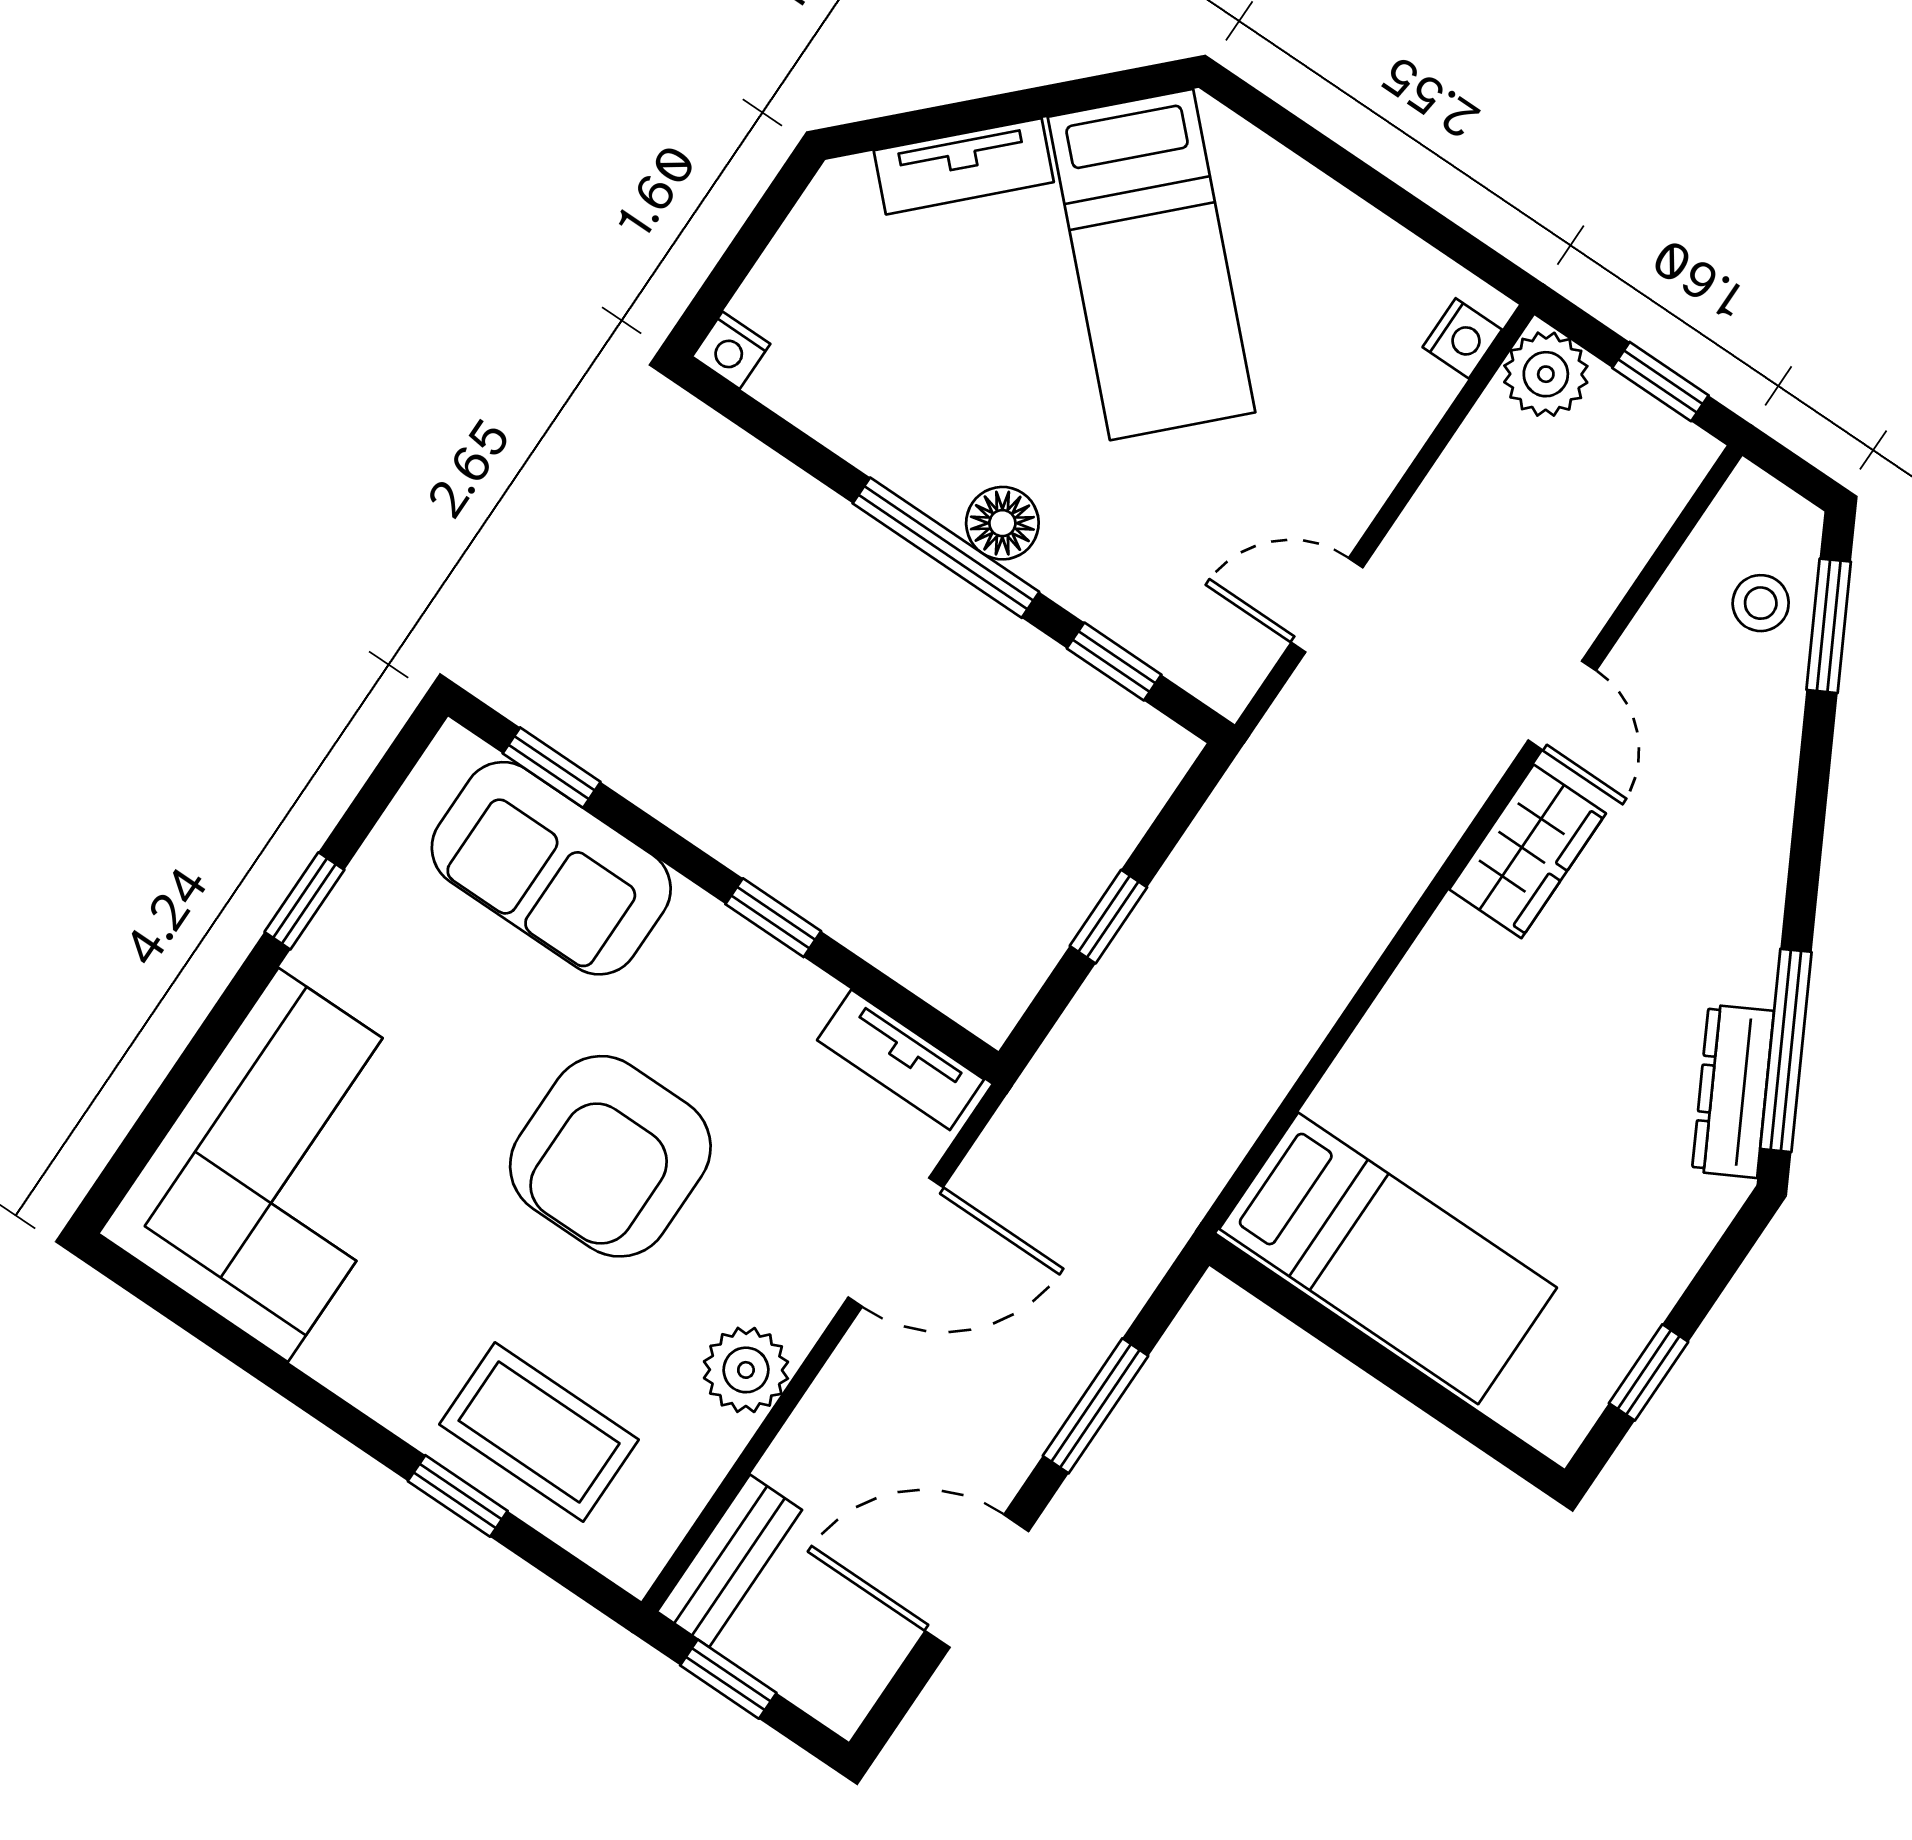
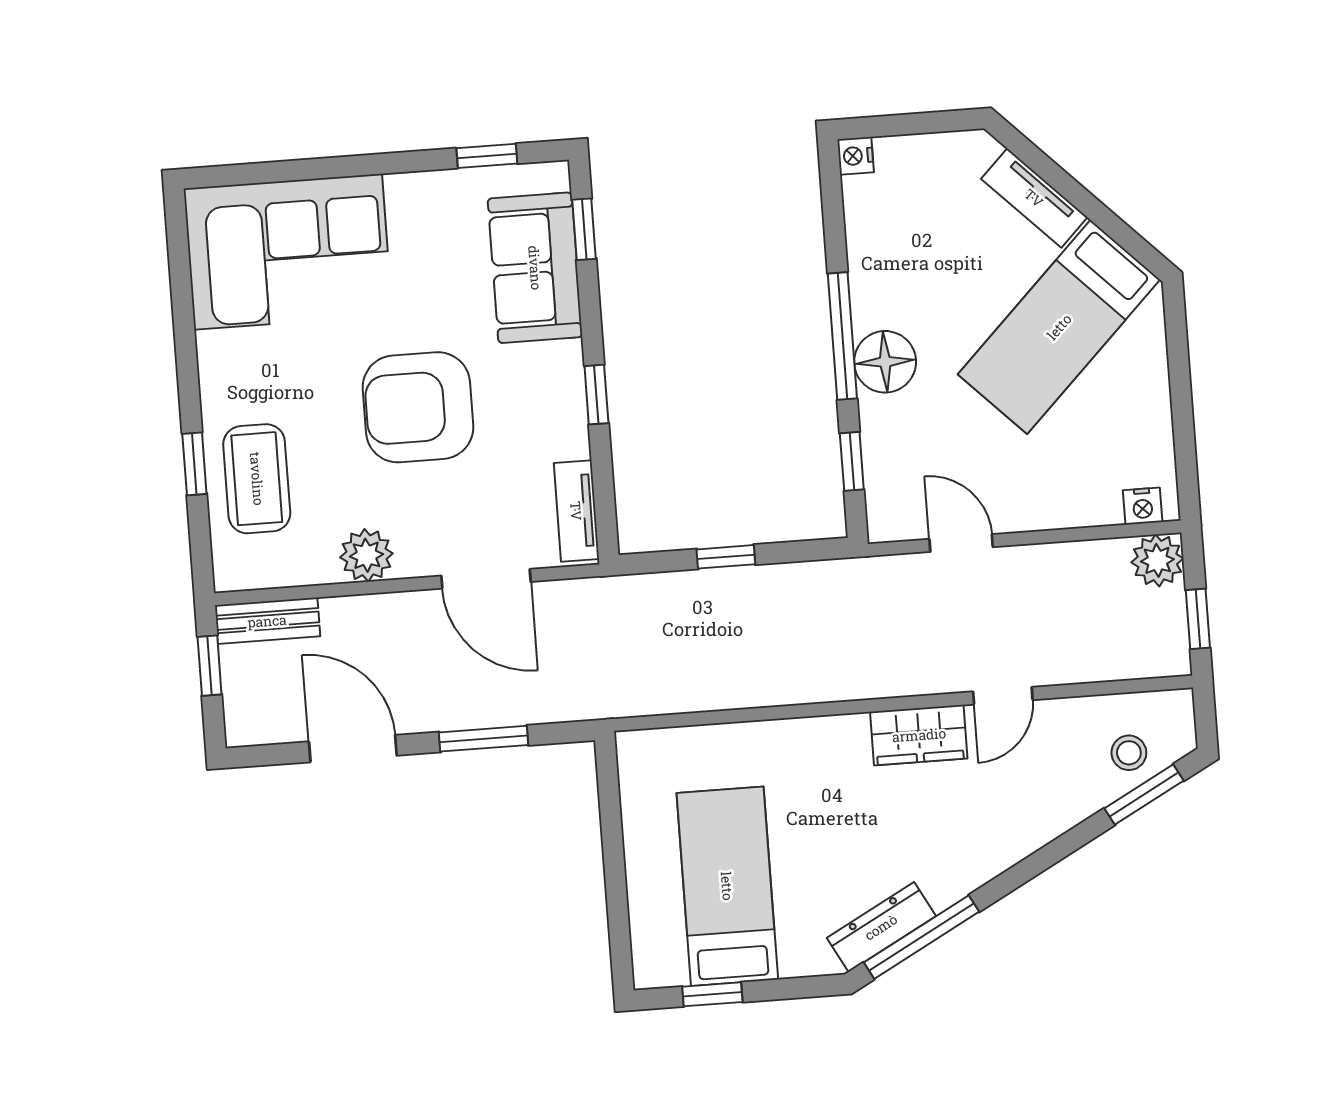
floor lamp: (1002, 523) -> (885, 362), width x1.38, depth x1.38
window: (304, 901) -> (487, 156), moved
bed: (1388, 1258) -> (727, 886), moved, turned 180

